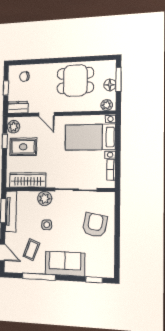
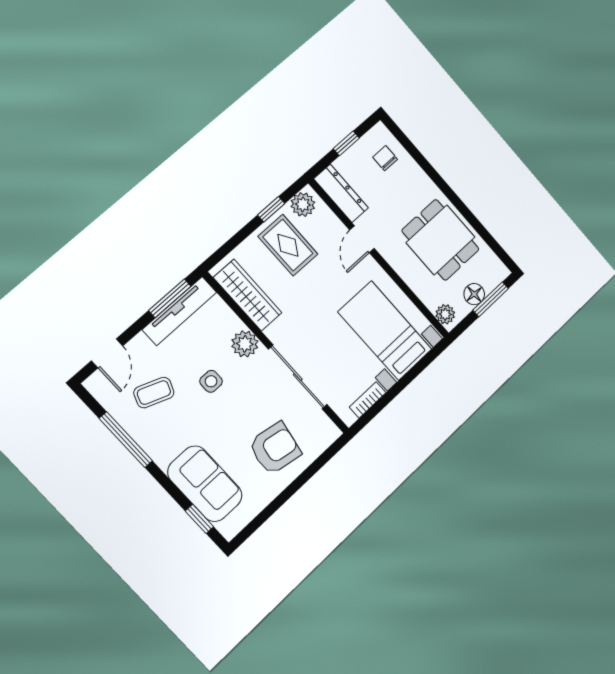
dresser: (18, 107) -> (341, 193), width x1.44
sofa: (65, 264) -> (205, 484), moved

